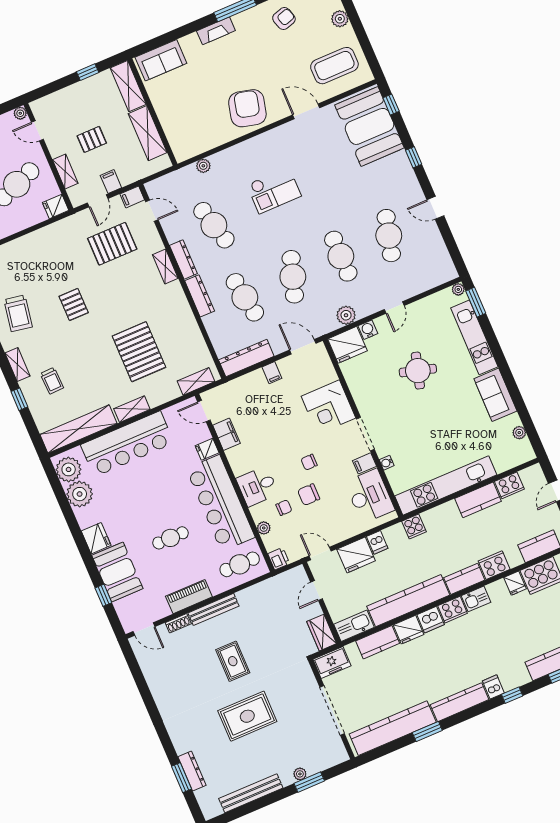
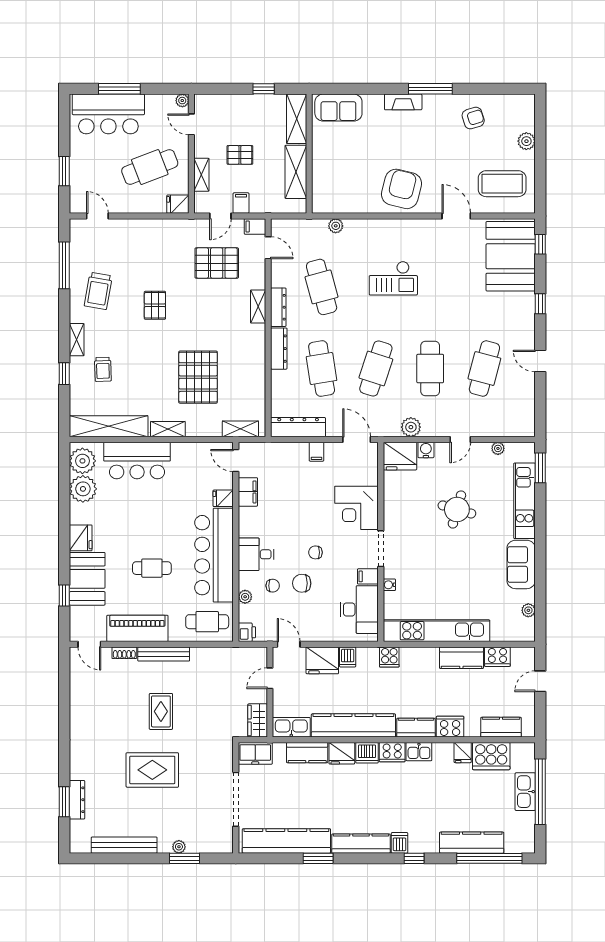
plant: (458, 289) -> (498, 448), moved
bar counter: (127, 444) -> (137, 461), width x0.73
piano: (189, 597) -> (137, 628), width x1.37, depth x1.33

